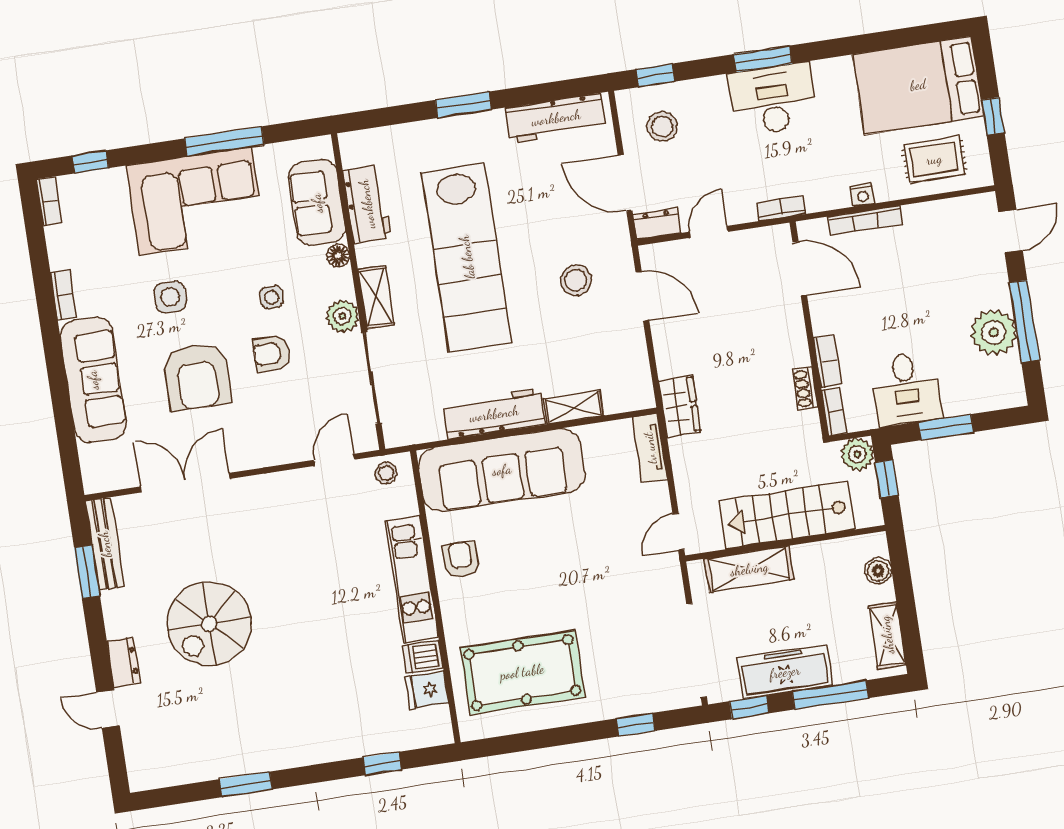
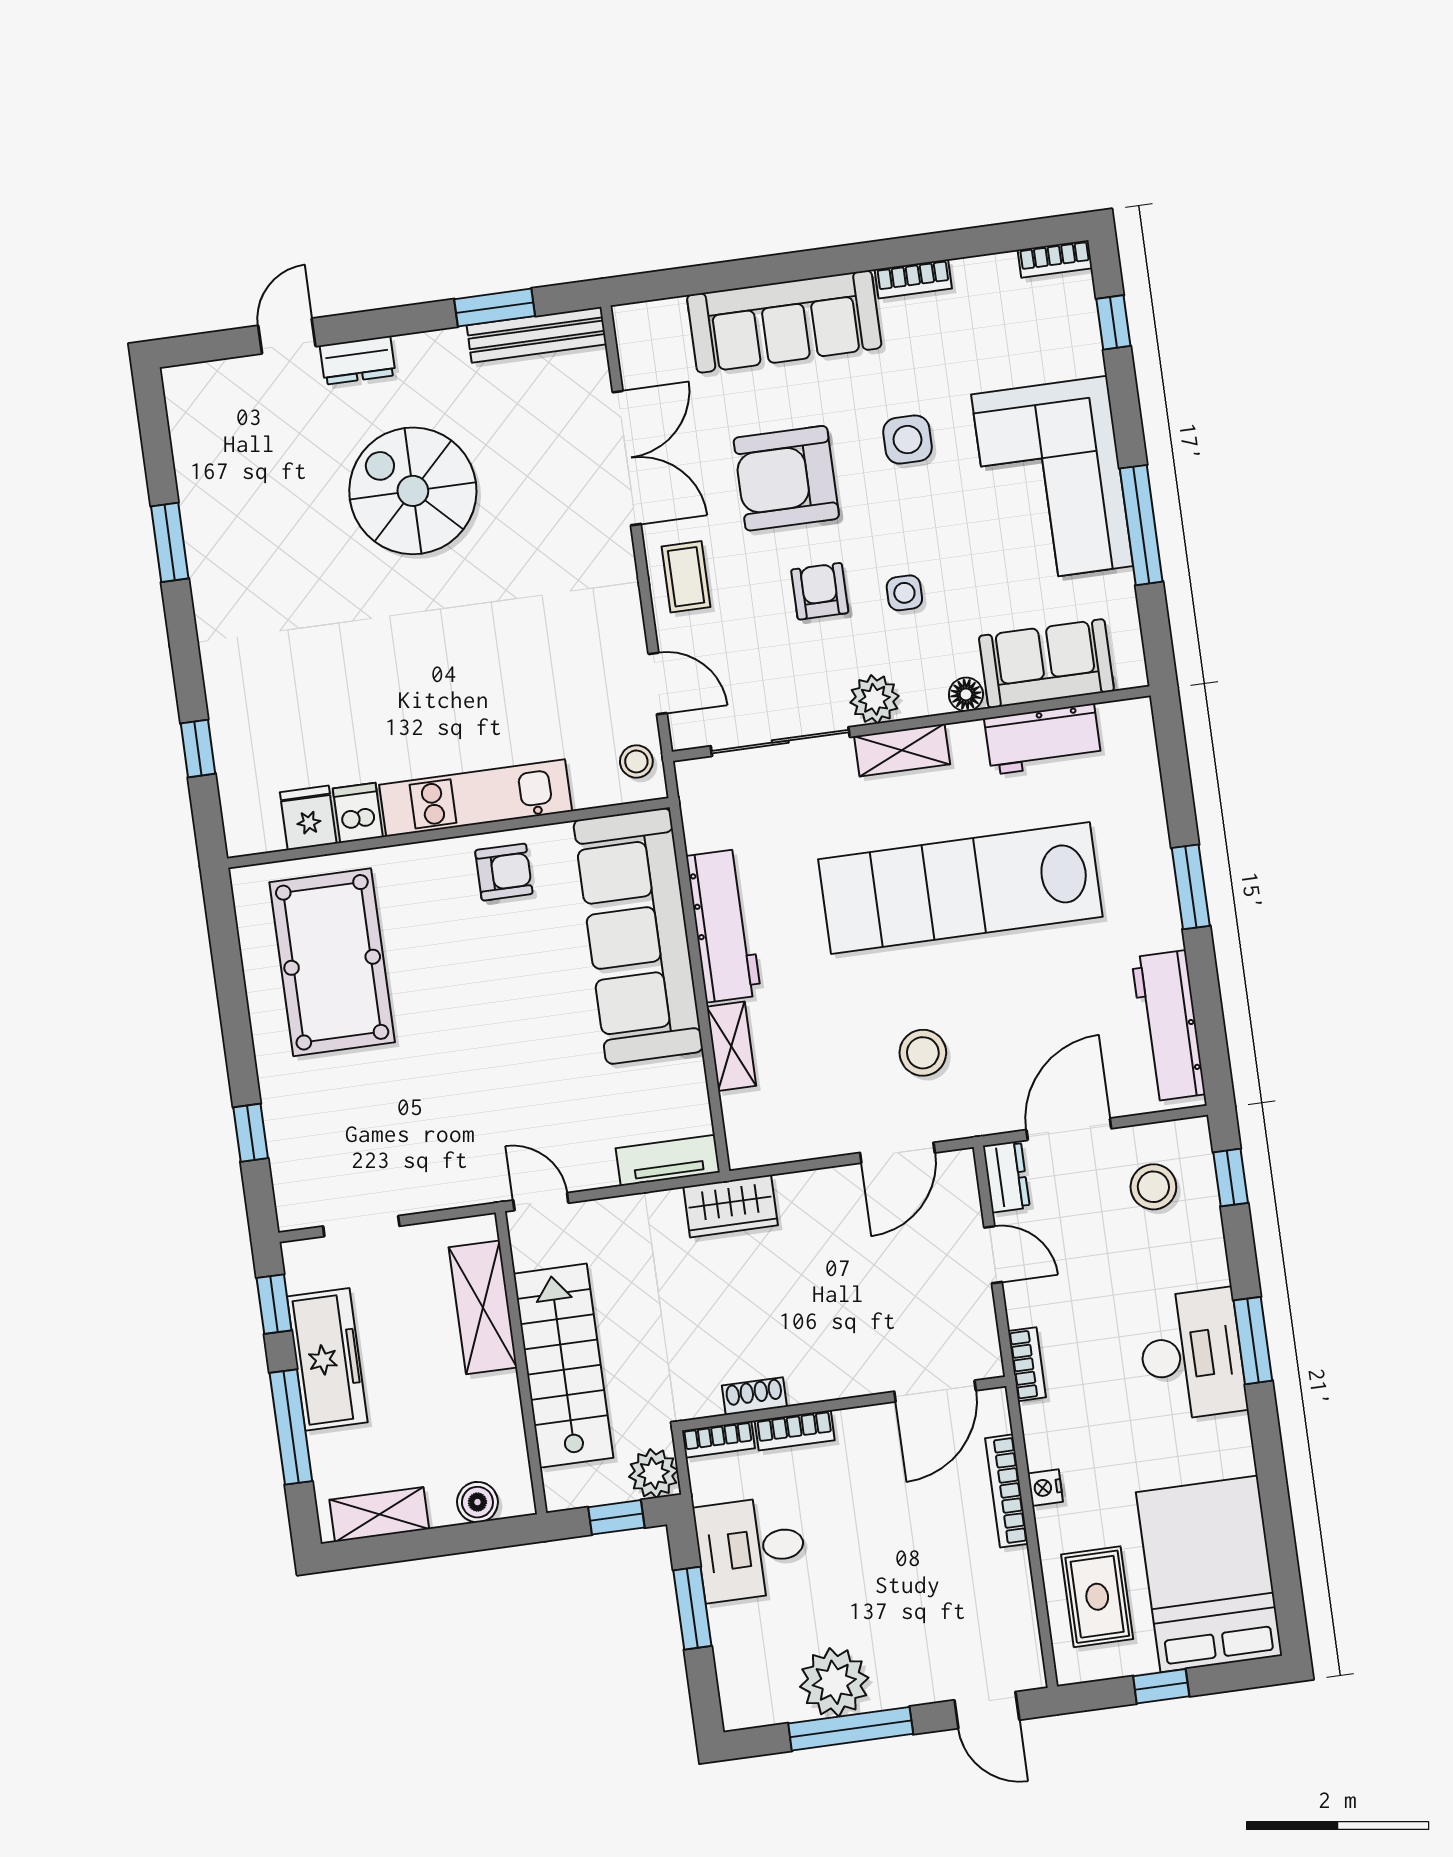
coffee table: (263, 442) -> (686, 577), added
doorway: (697, 650) -> (361, 1226), width x0.53

